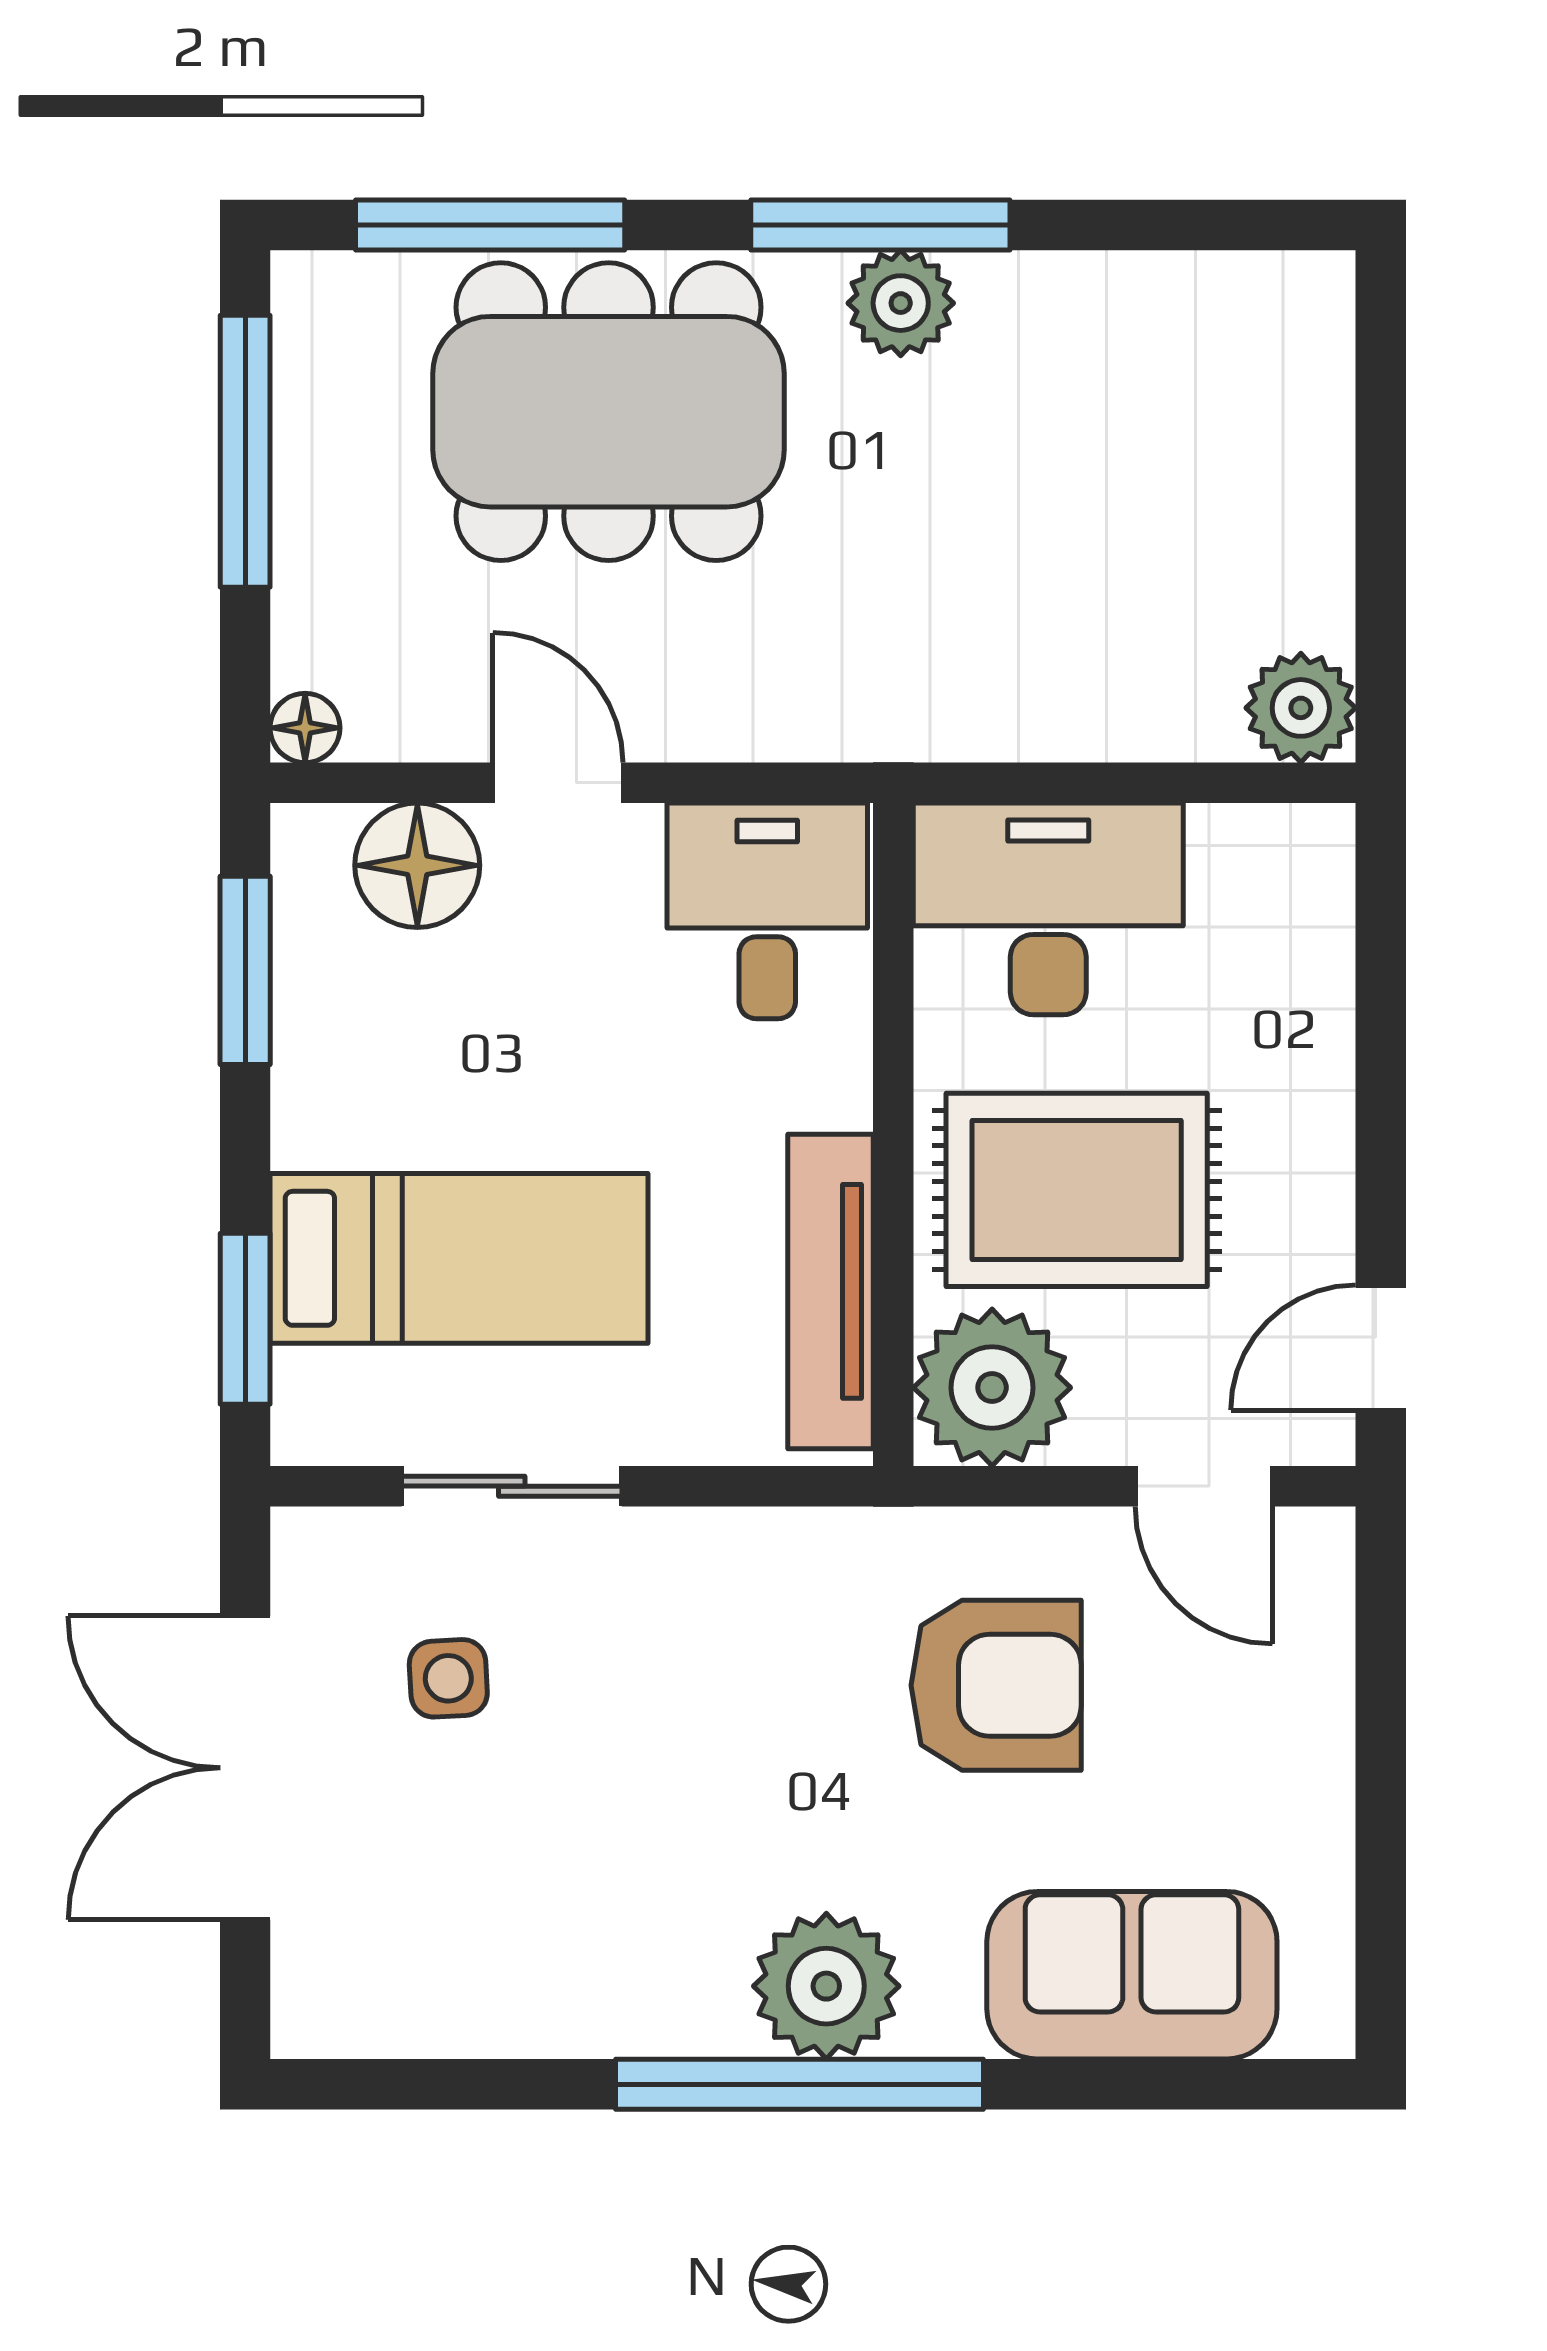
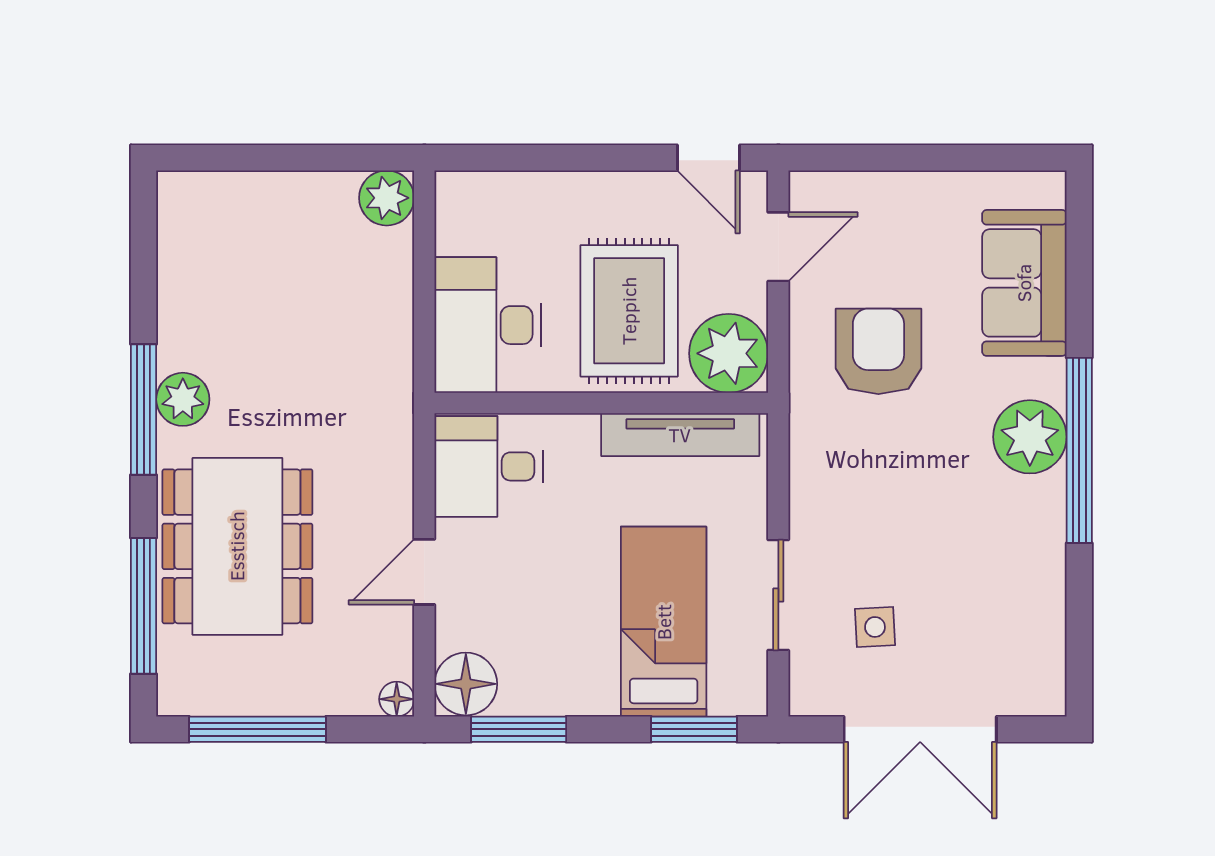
floor lamp: (417, 865) -> (466, 684), moved

